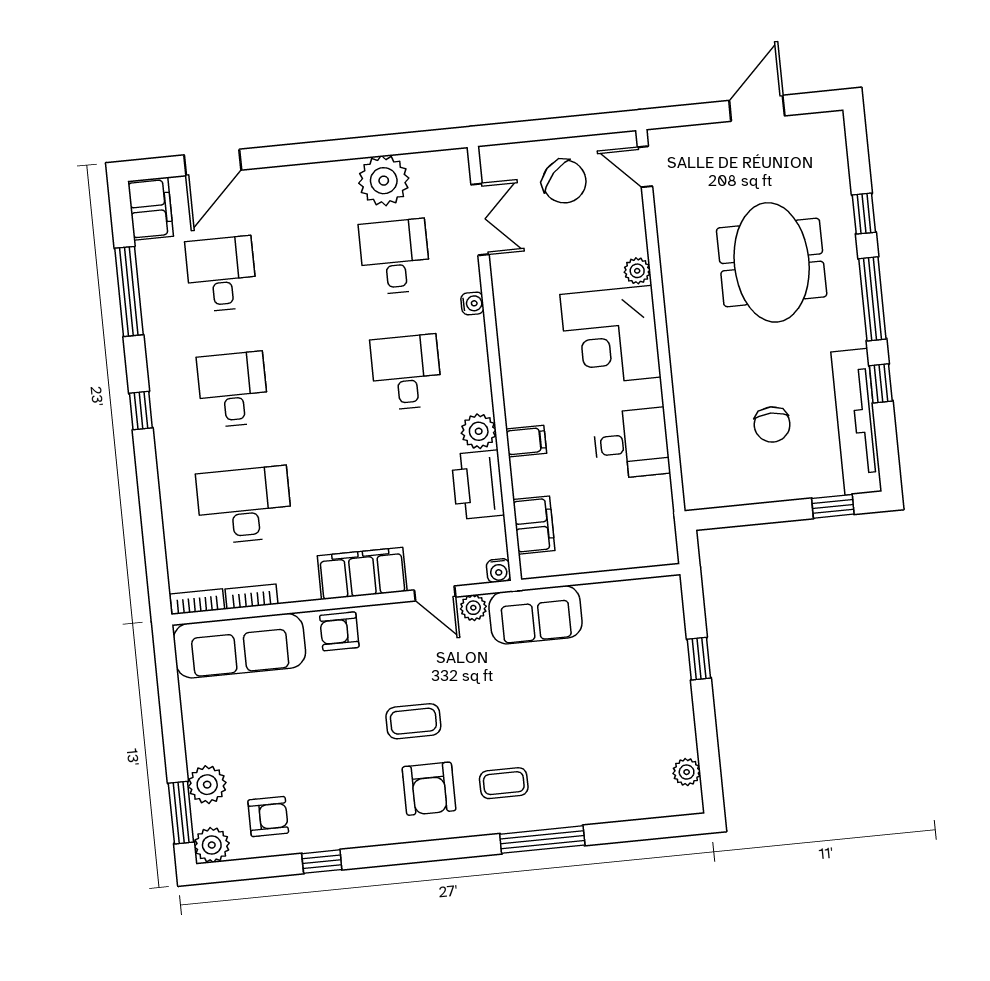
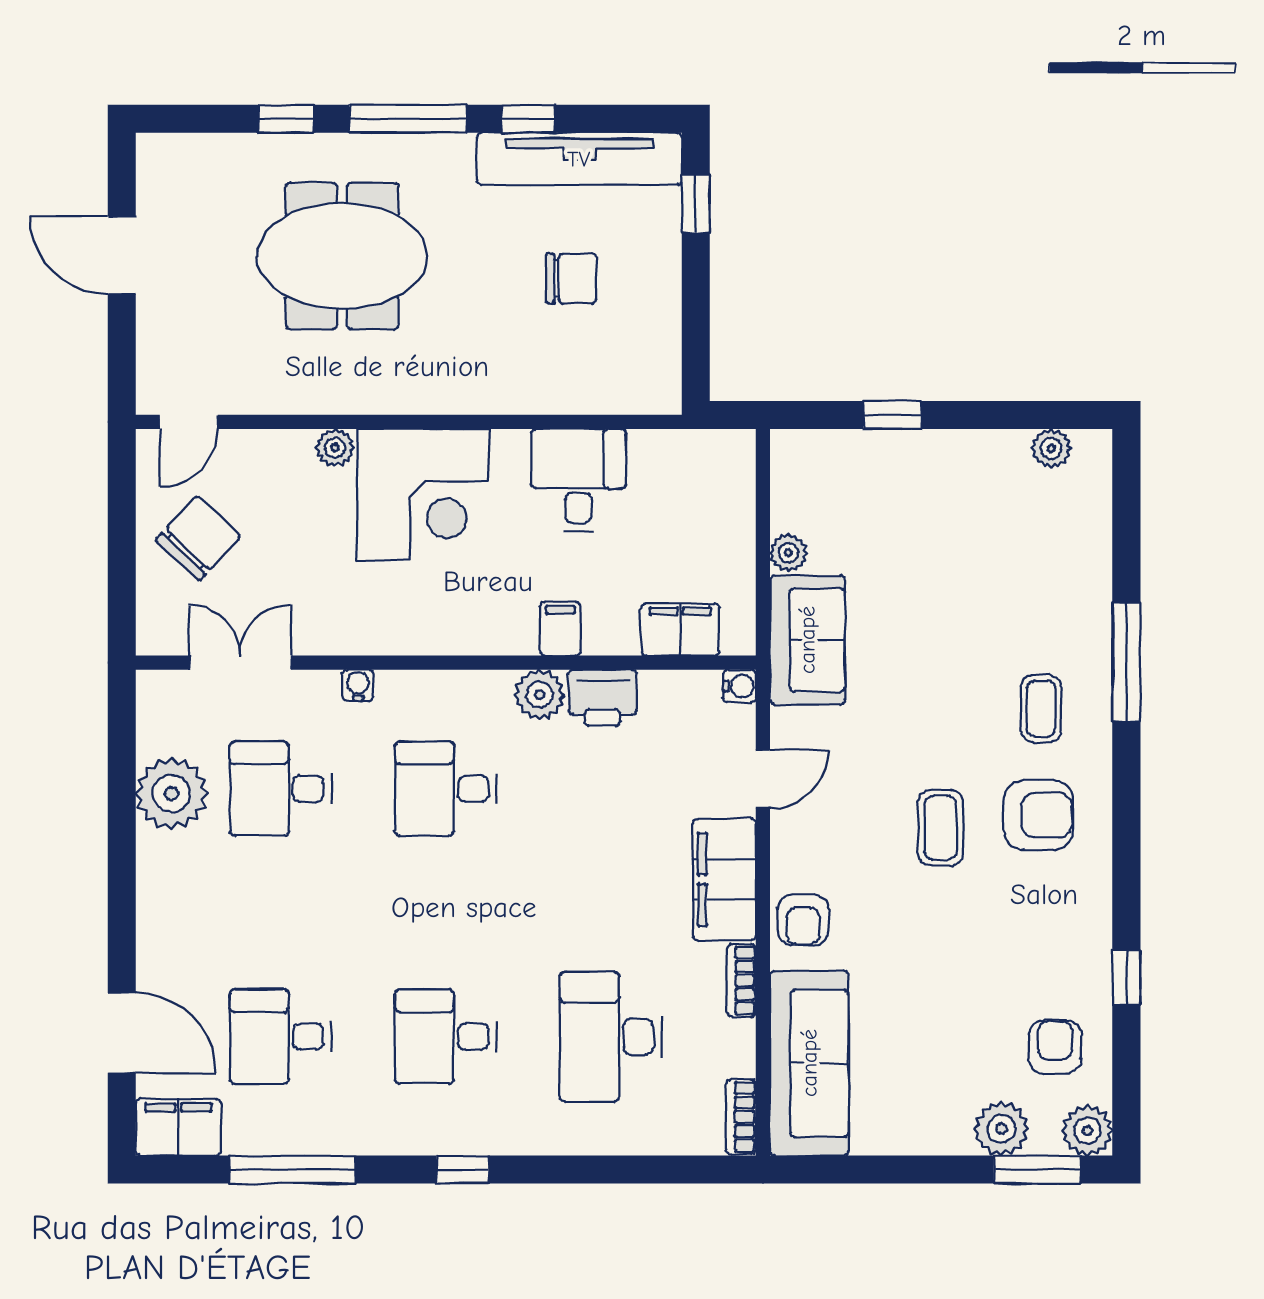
printer: (478, 485) -> (602, 698), width x0.73, depth x0.84
bookcase: (252, 597) -> (741, 980), moved
plant: (473, 608) -> (788, 553), moved

